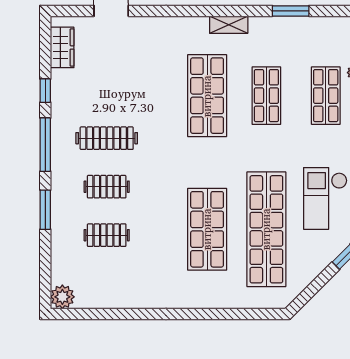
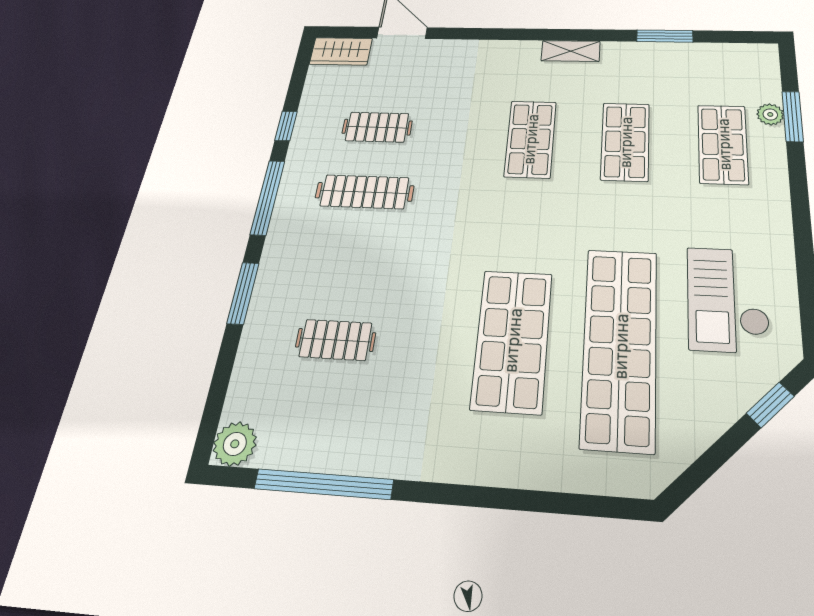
wardrobe: (62, 47) -> (341, 51), moved, turned 90
shop shelf: (207, 96) -> (530, 139), width x0.70, depth x0.74
clothes rail: (107, 187) -> (377, 127), moved
window: (115, 314) -> (324, 484), added

